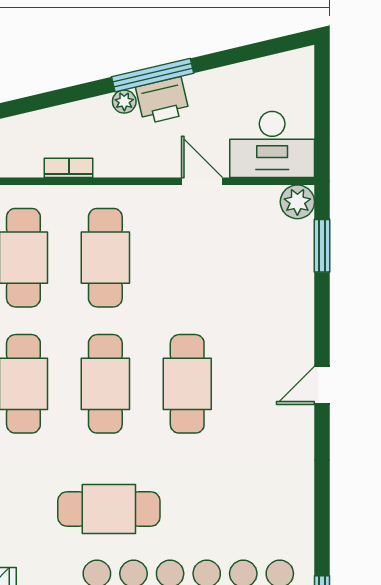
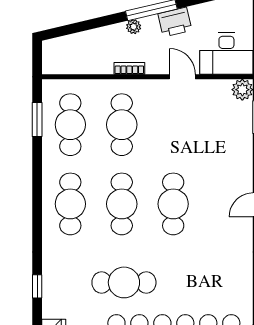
printer: (162, 100) -> (175, 22), moved
bookcase: (69, 168) -> (129, 68), moved

